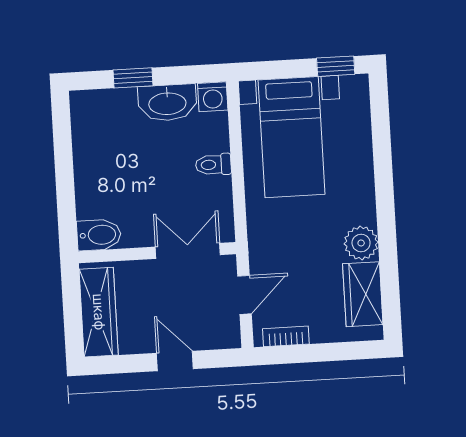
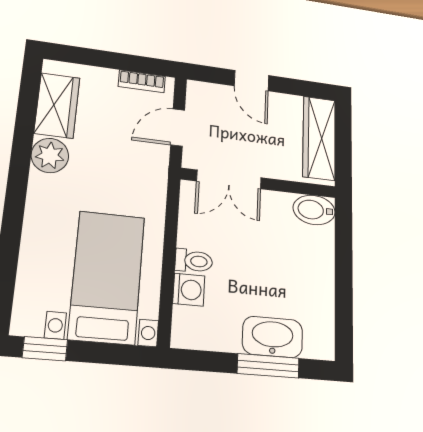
window: (133, 78) -> (268, 366), width x1.50
washing machine: (213, 97) -> (189, 290), moved, turned 90
washbasin: (167, 103) -> (273, 337), moved

